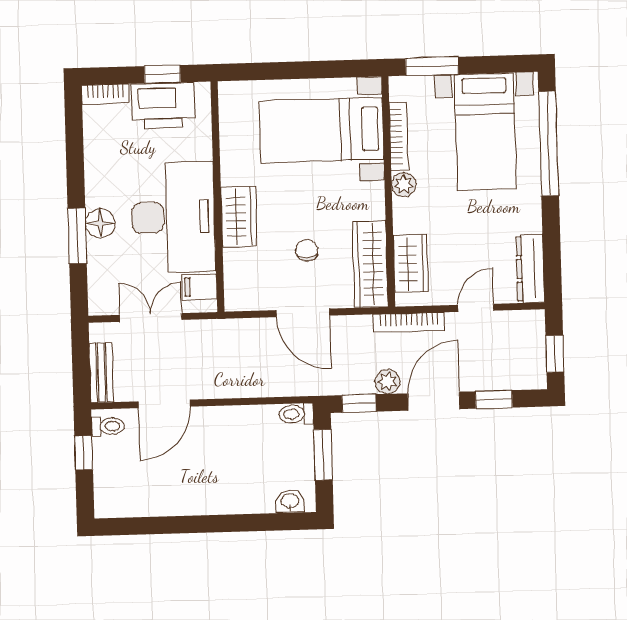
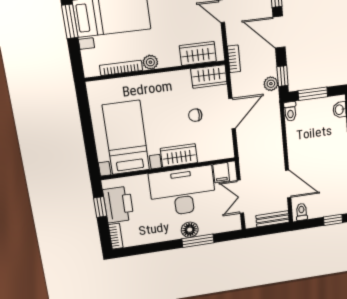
window: (432, 66) -> (70, 21), moved
bed with nightstands: (322, 130) -> (126, 138), moved, turned 180
wardrobe: (370, 264) -> (209, 76), width x0.67
bookcase: (409, 322) -> (234, 59), width x0.64
plant: (387, 382) -> (271, 84), moved
window: (84, 453) -> (333, 220), moved

